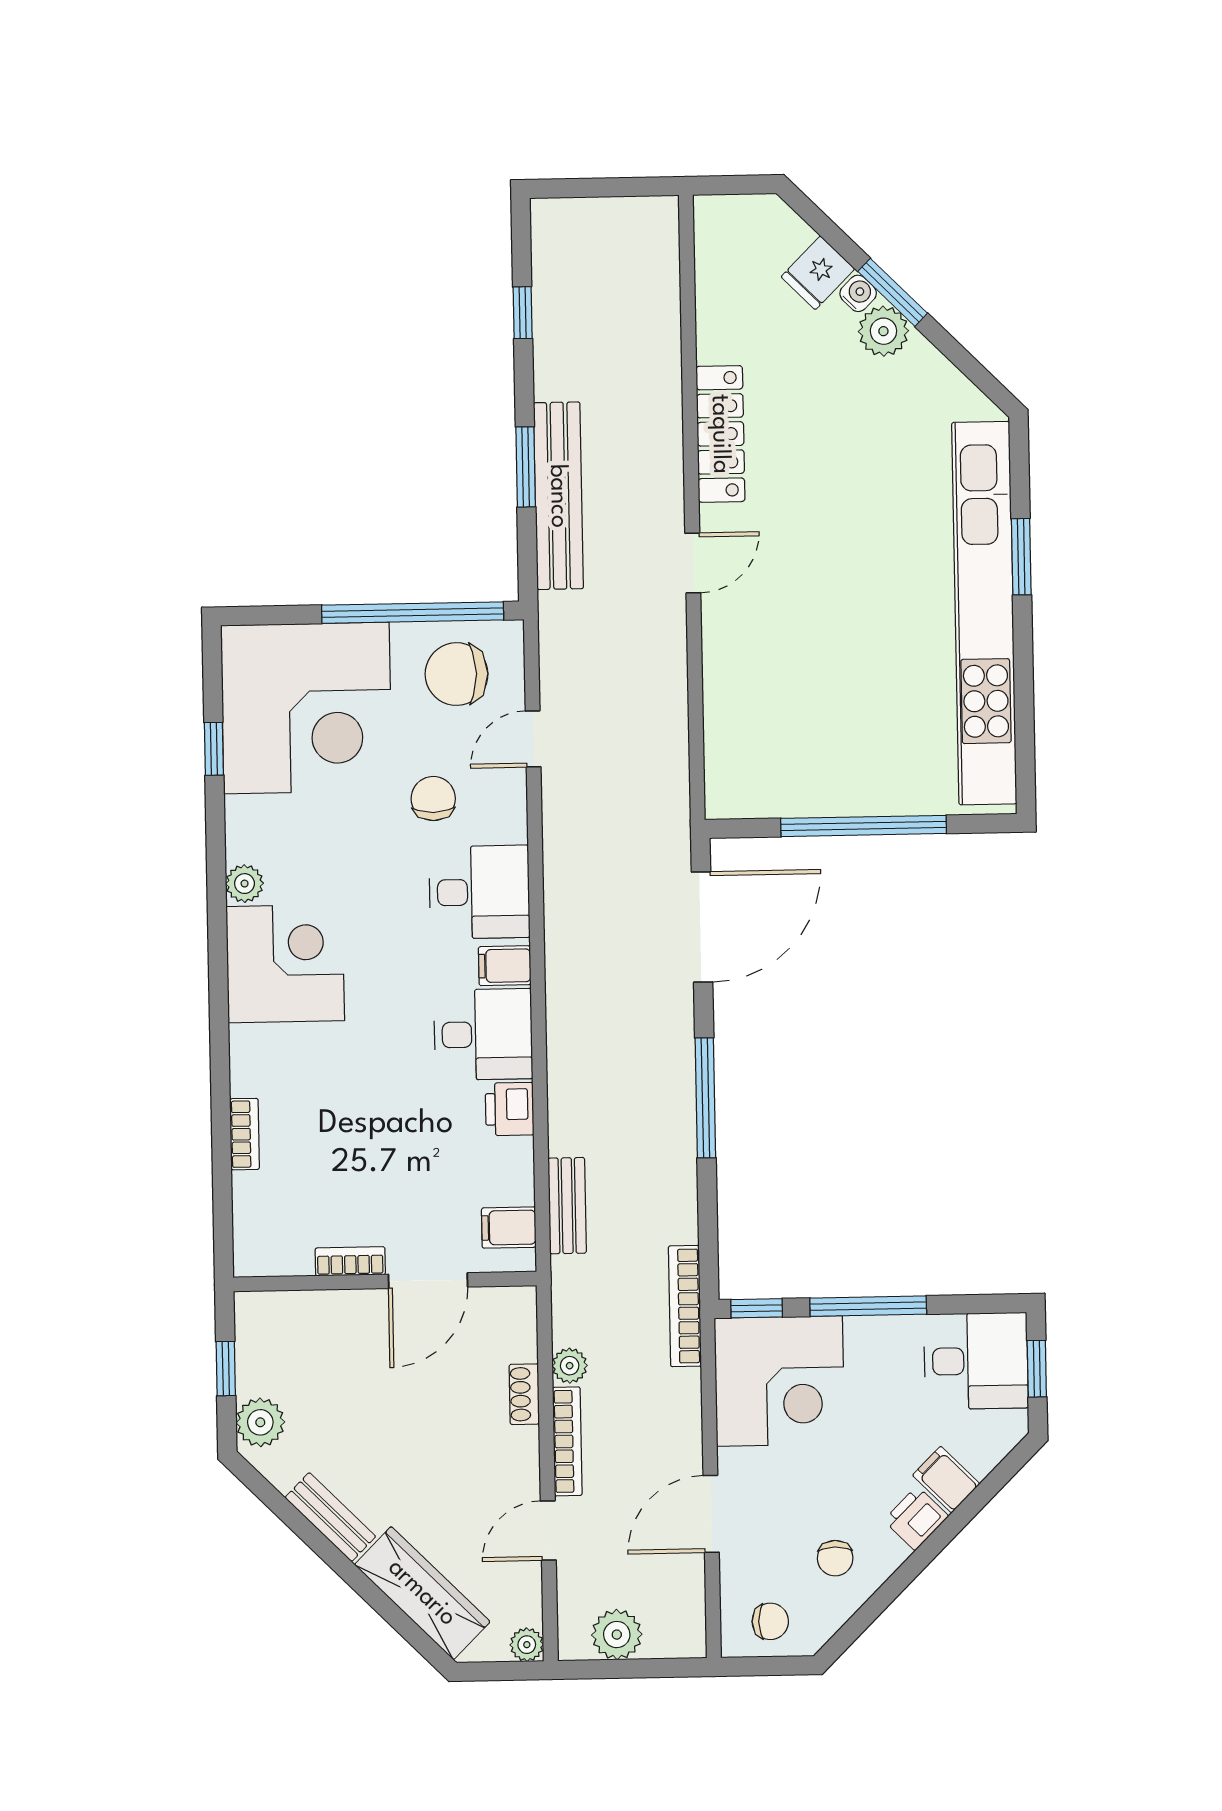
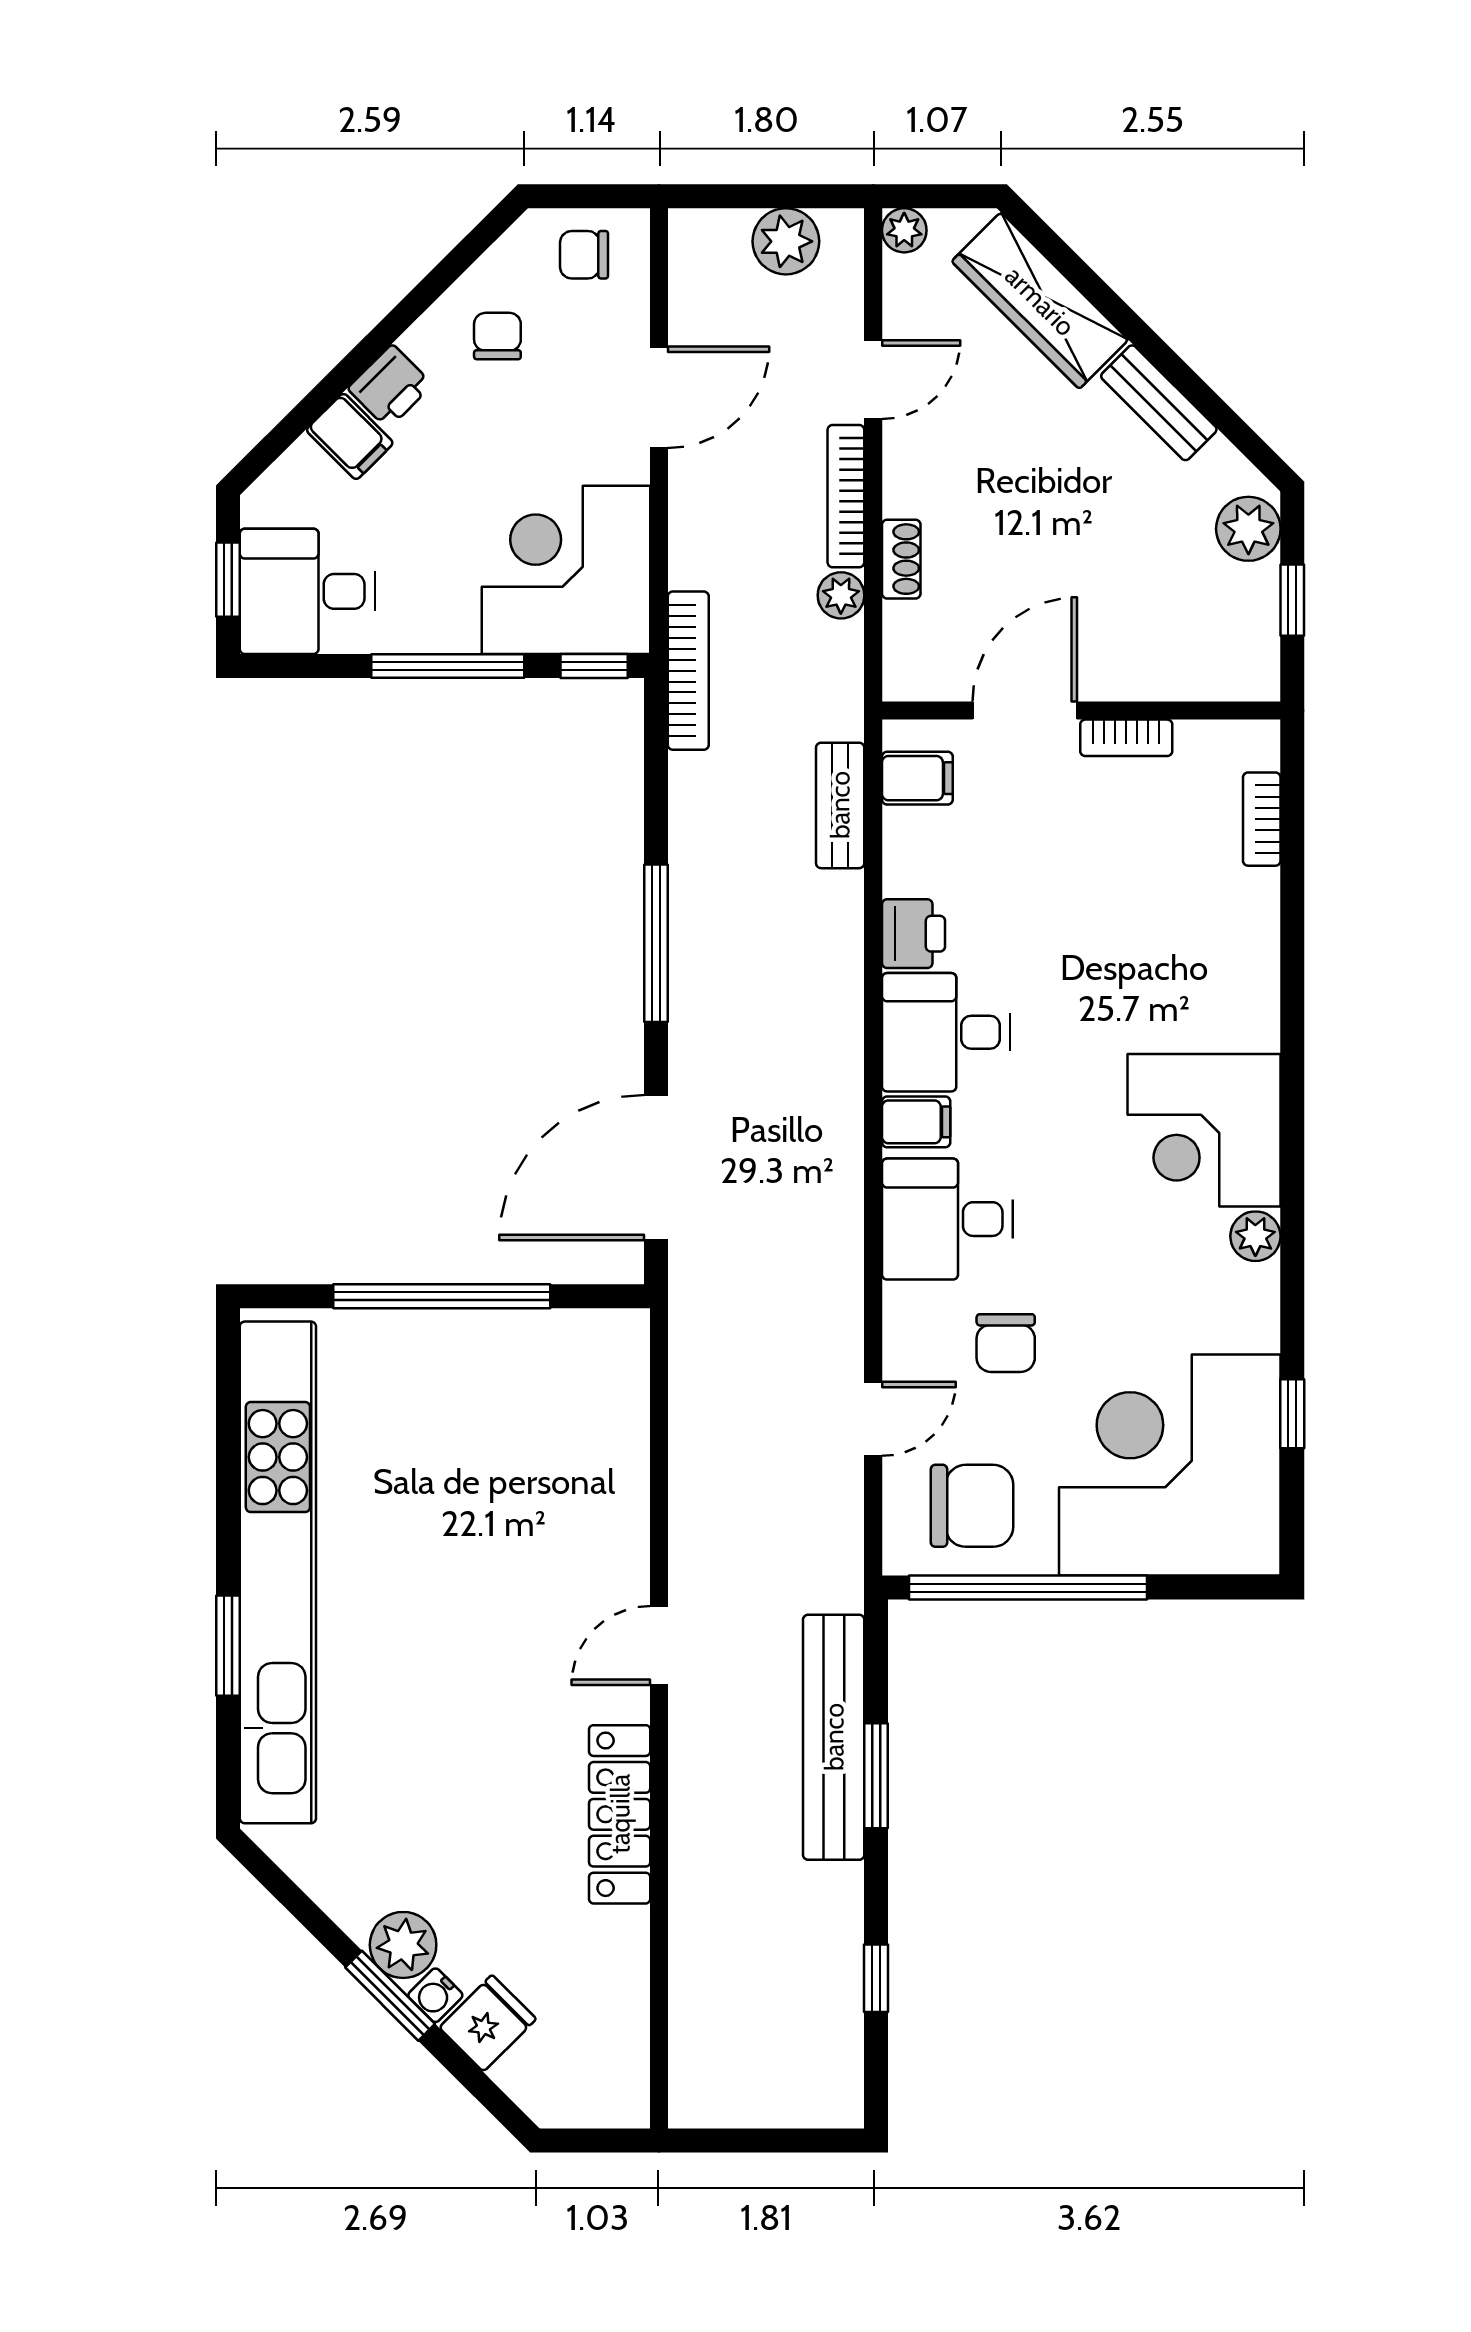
bookcase: (245, 1134) -> (1262, 819), moved

